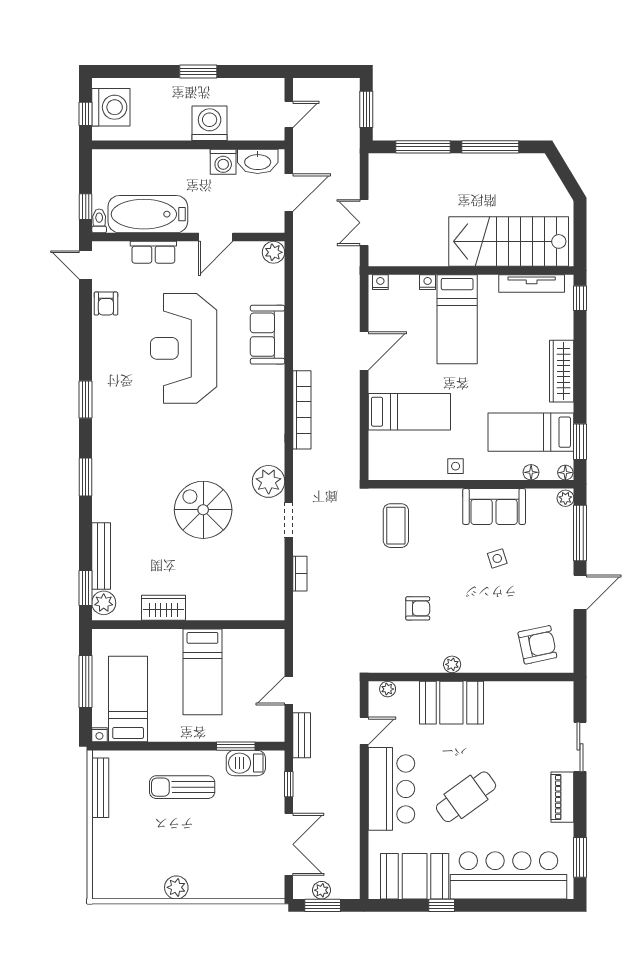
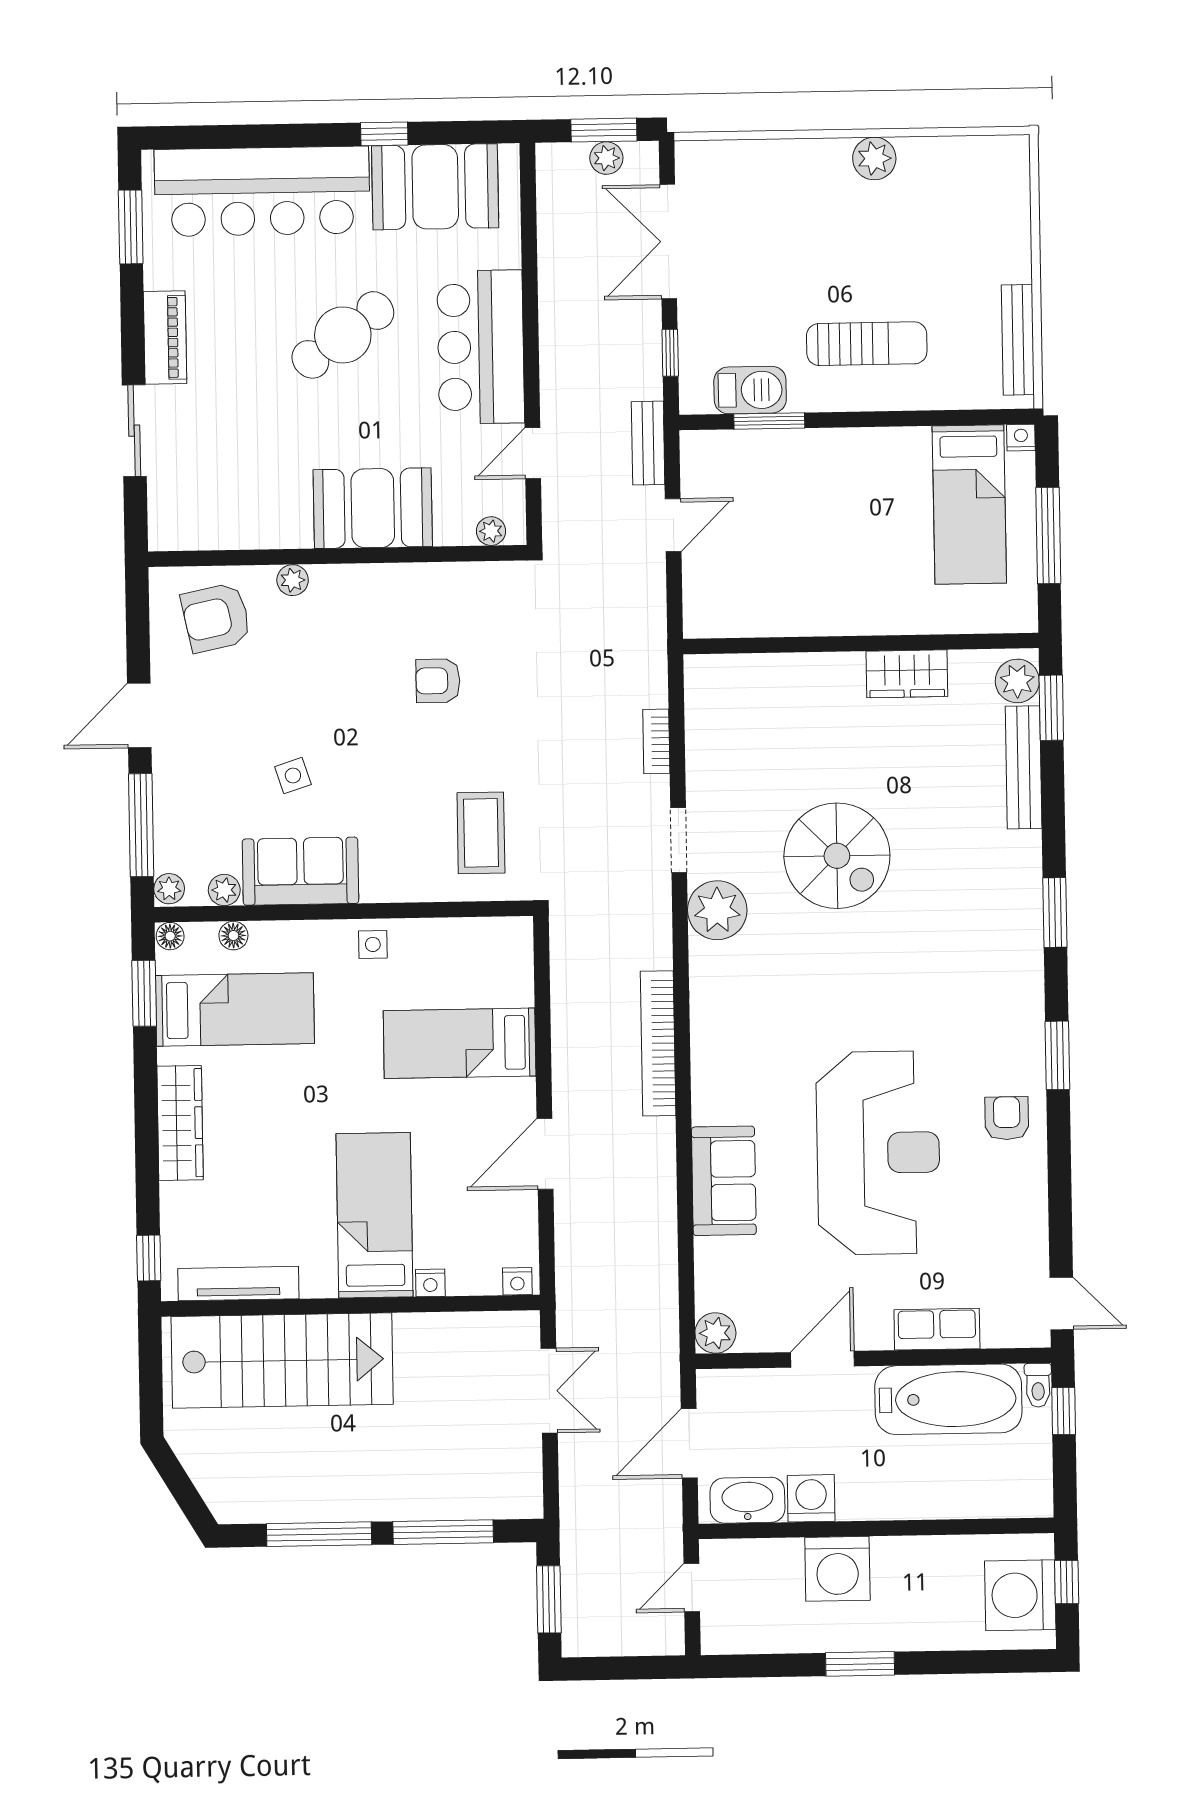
armchair: (106, 304) -> (1007, 1118), moved
plant: (536, 497) -> (224, 890), added
plant: (452, 664) -> (293, 580), moved
bed: (202, 672) -> (833, 557), removed

